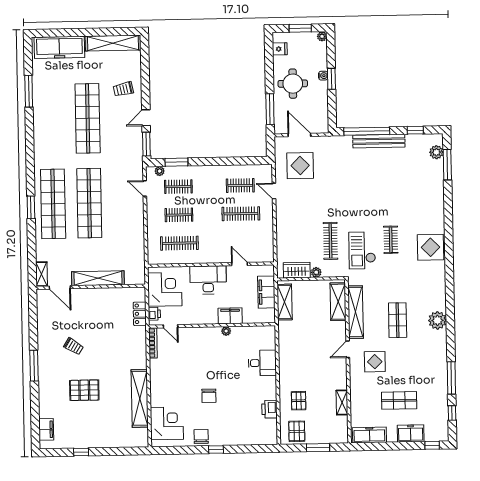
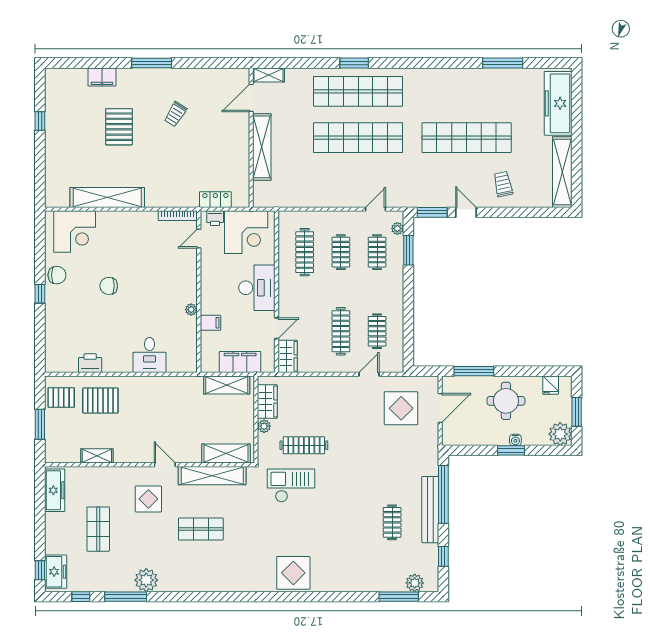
plant: (322, 36) -> (560, 434), width x1.88, depth x1.88
clothes rail: (391, 240) -> (392, 522), moved, turned 90
wardrobe: (261, 255) -> (288, 356), added
filing cabinet: (230, 316) -> (210, 323), width x0.50
plant: (437, 320) -> (146, 580), moved
pallet: (299, 401) -> (100, 401), width x1.50, depth x1.42
filing cabinet: (46, 429) -> (102, 77), moved
freezer: (411, 433) -> (56, 572), moved

